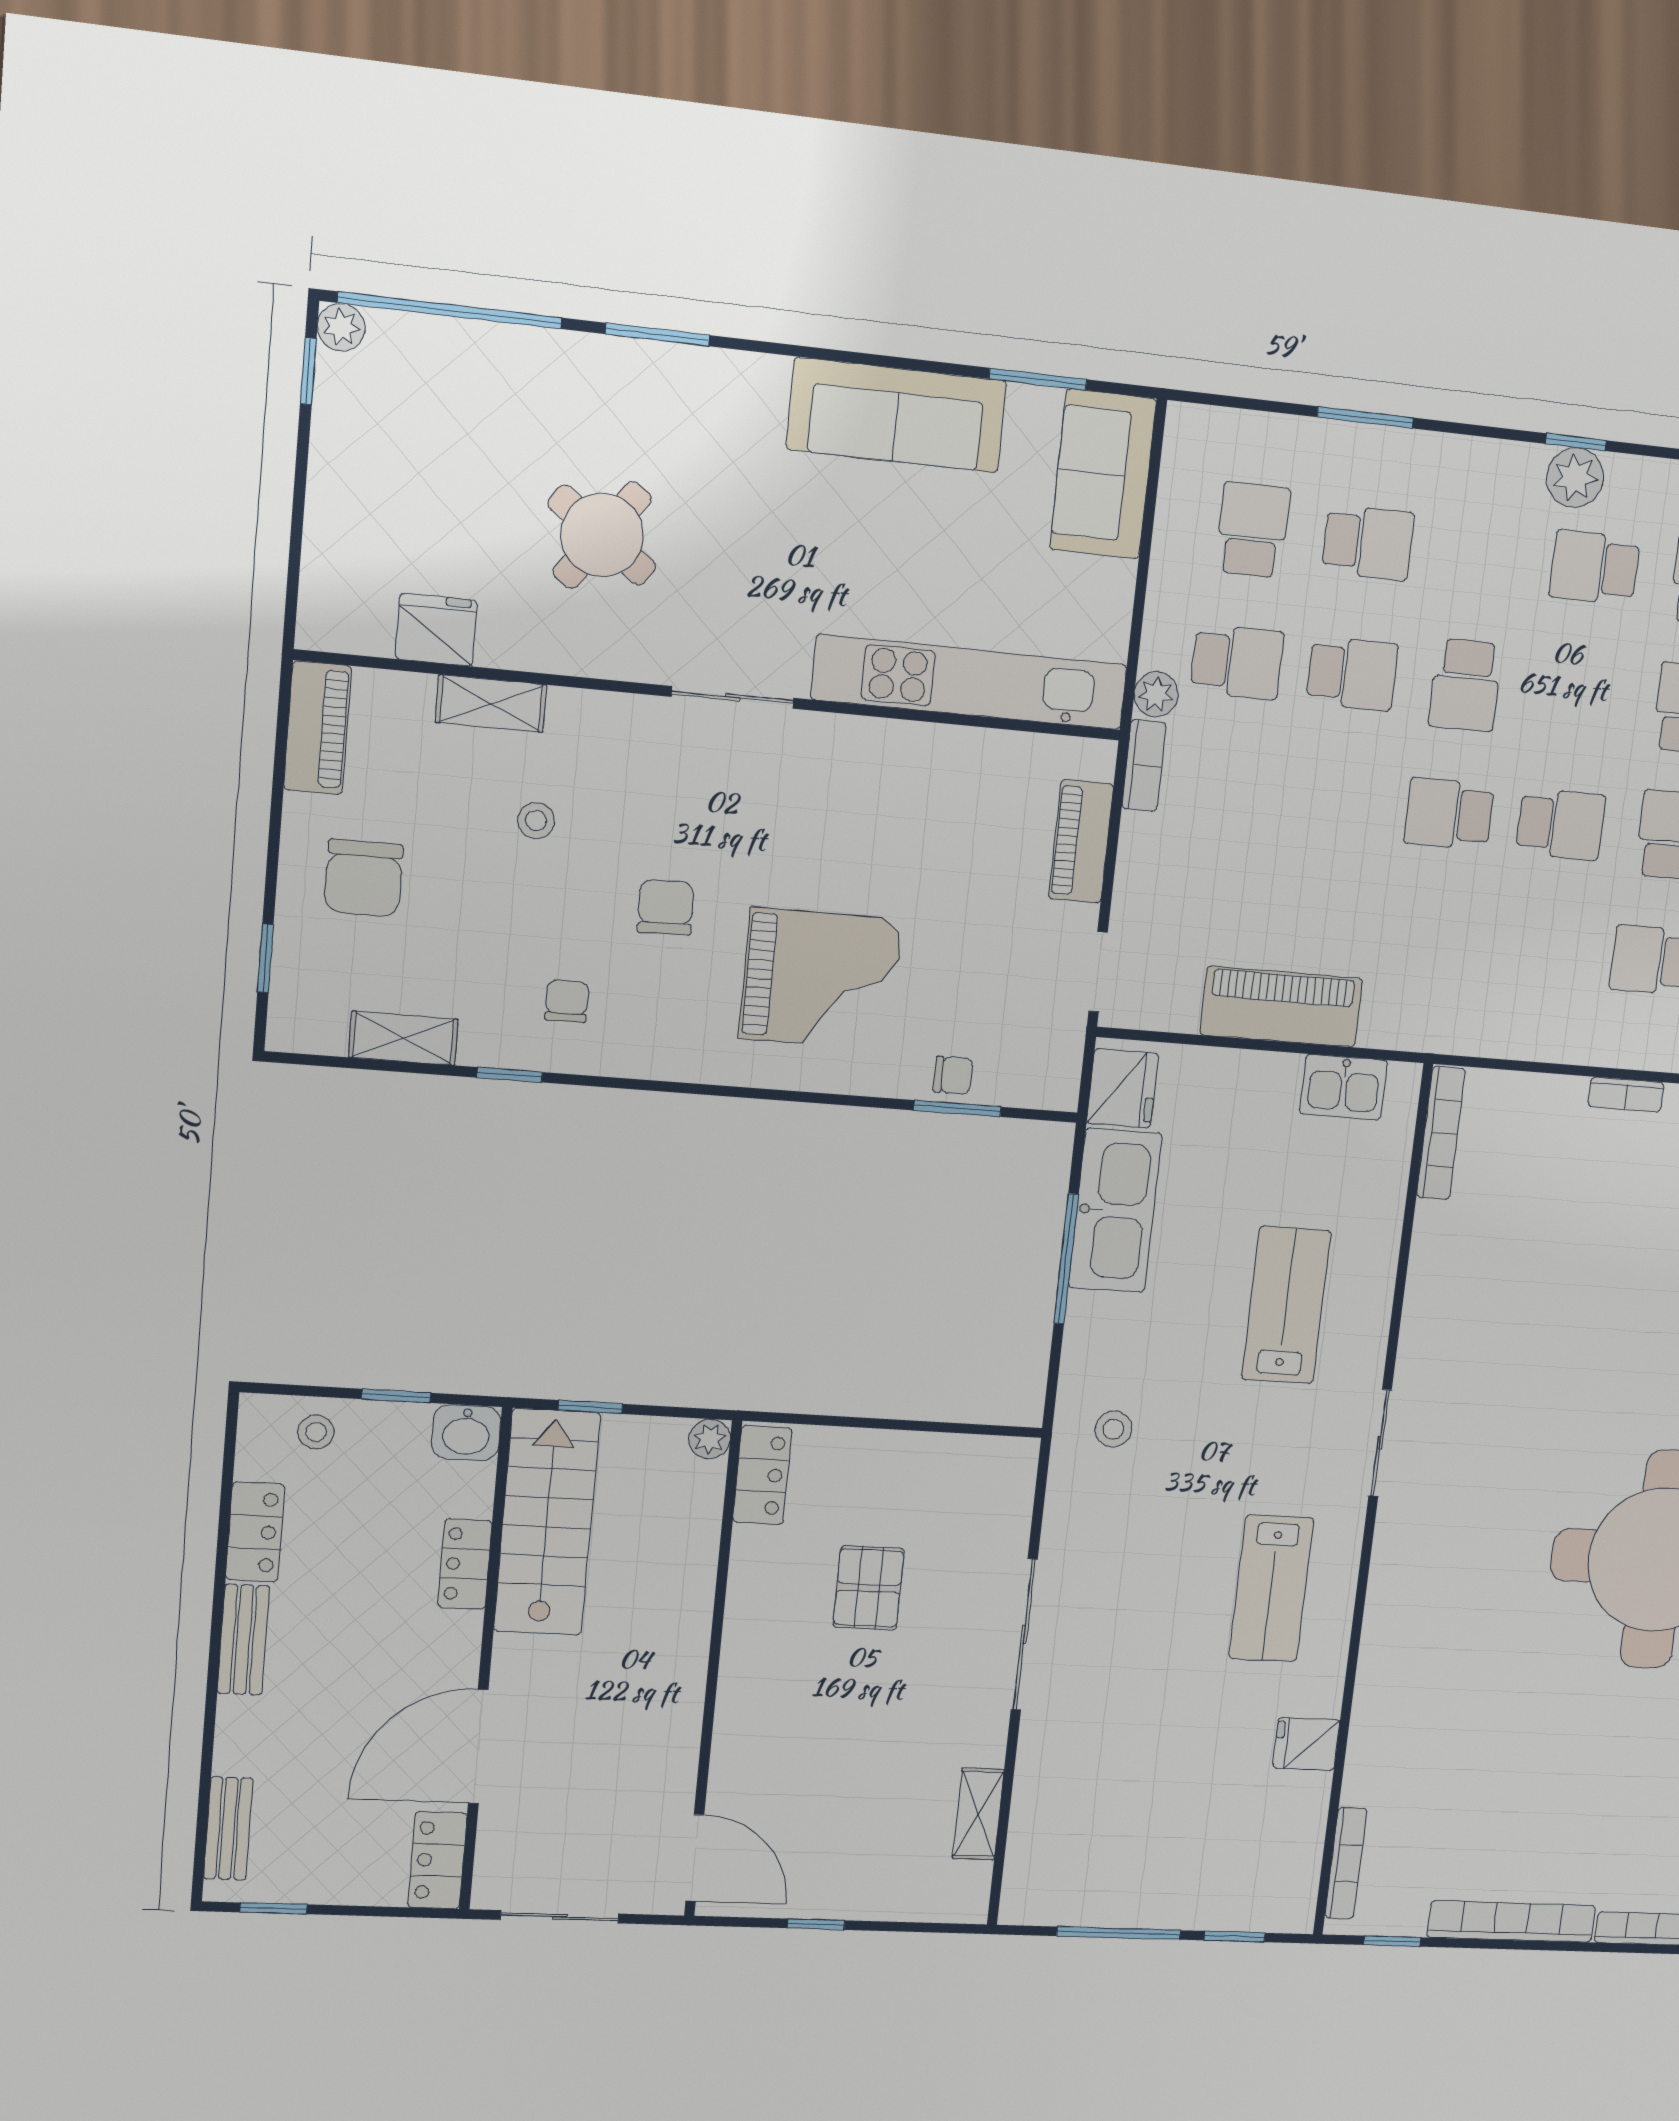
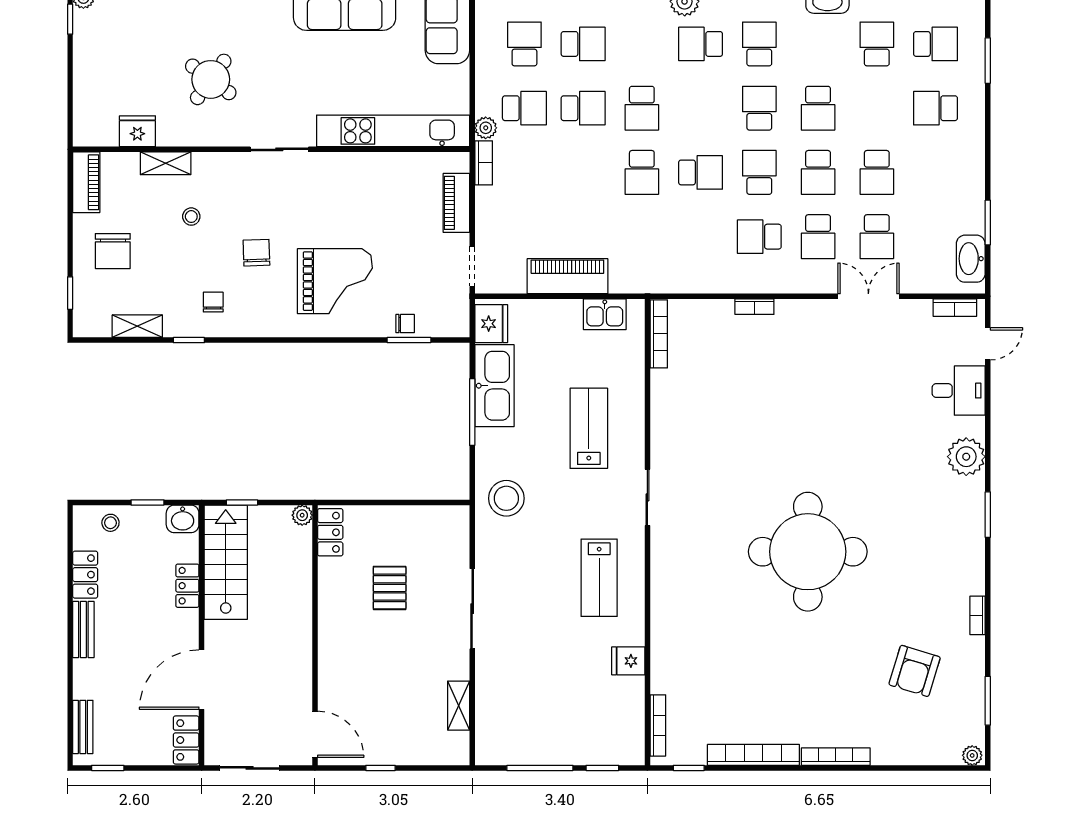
school desk: (1449, 814) -> (642, 172), turned -90
stool: (1113, 1429) -> (506, 498), width x1.89, depth x1.89

